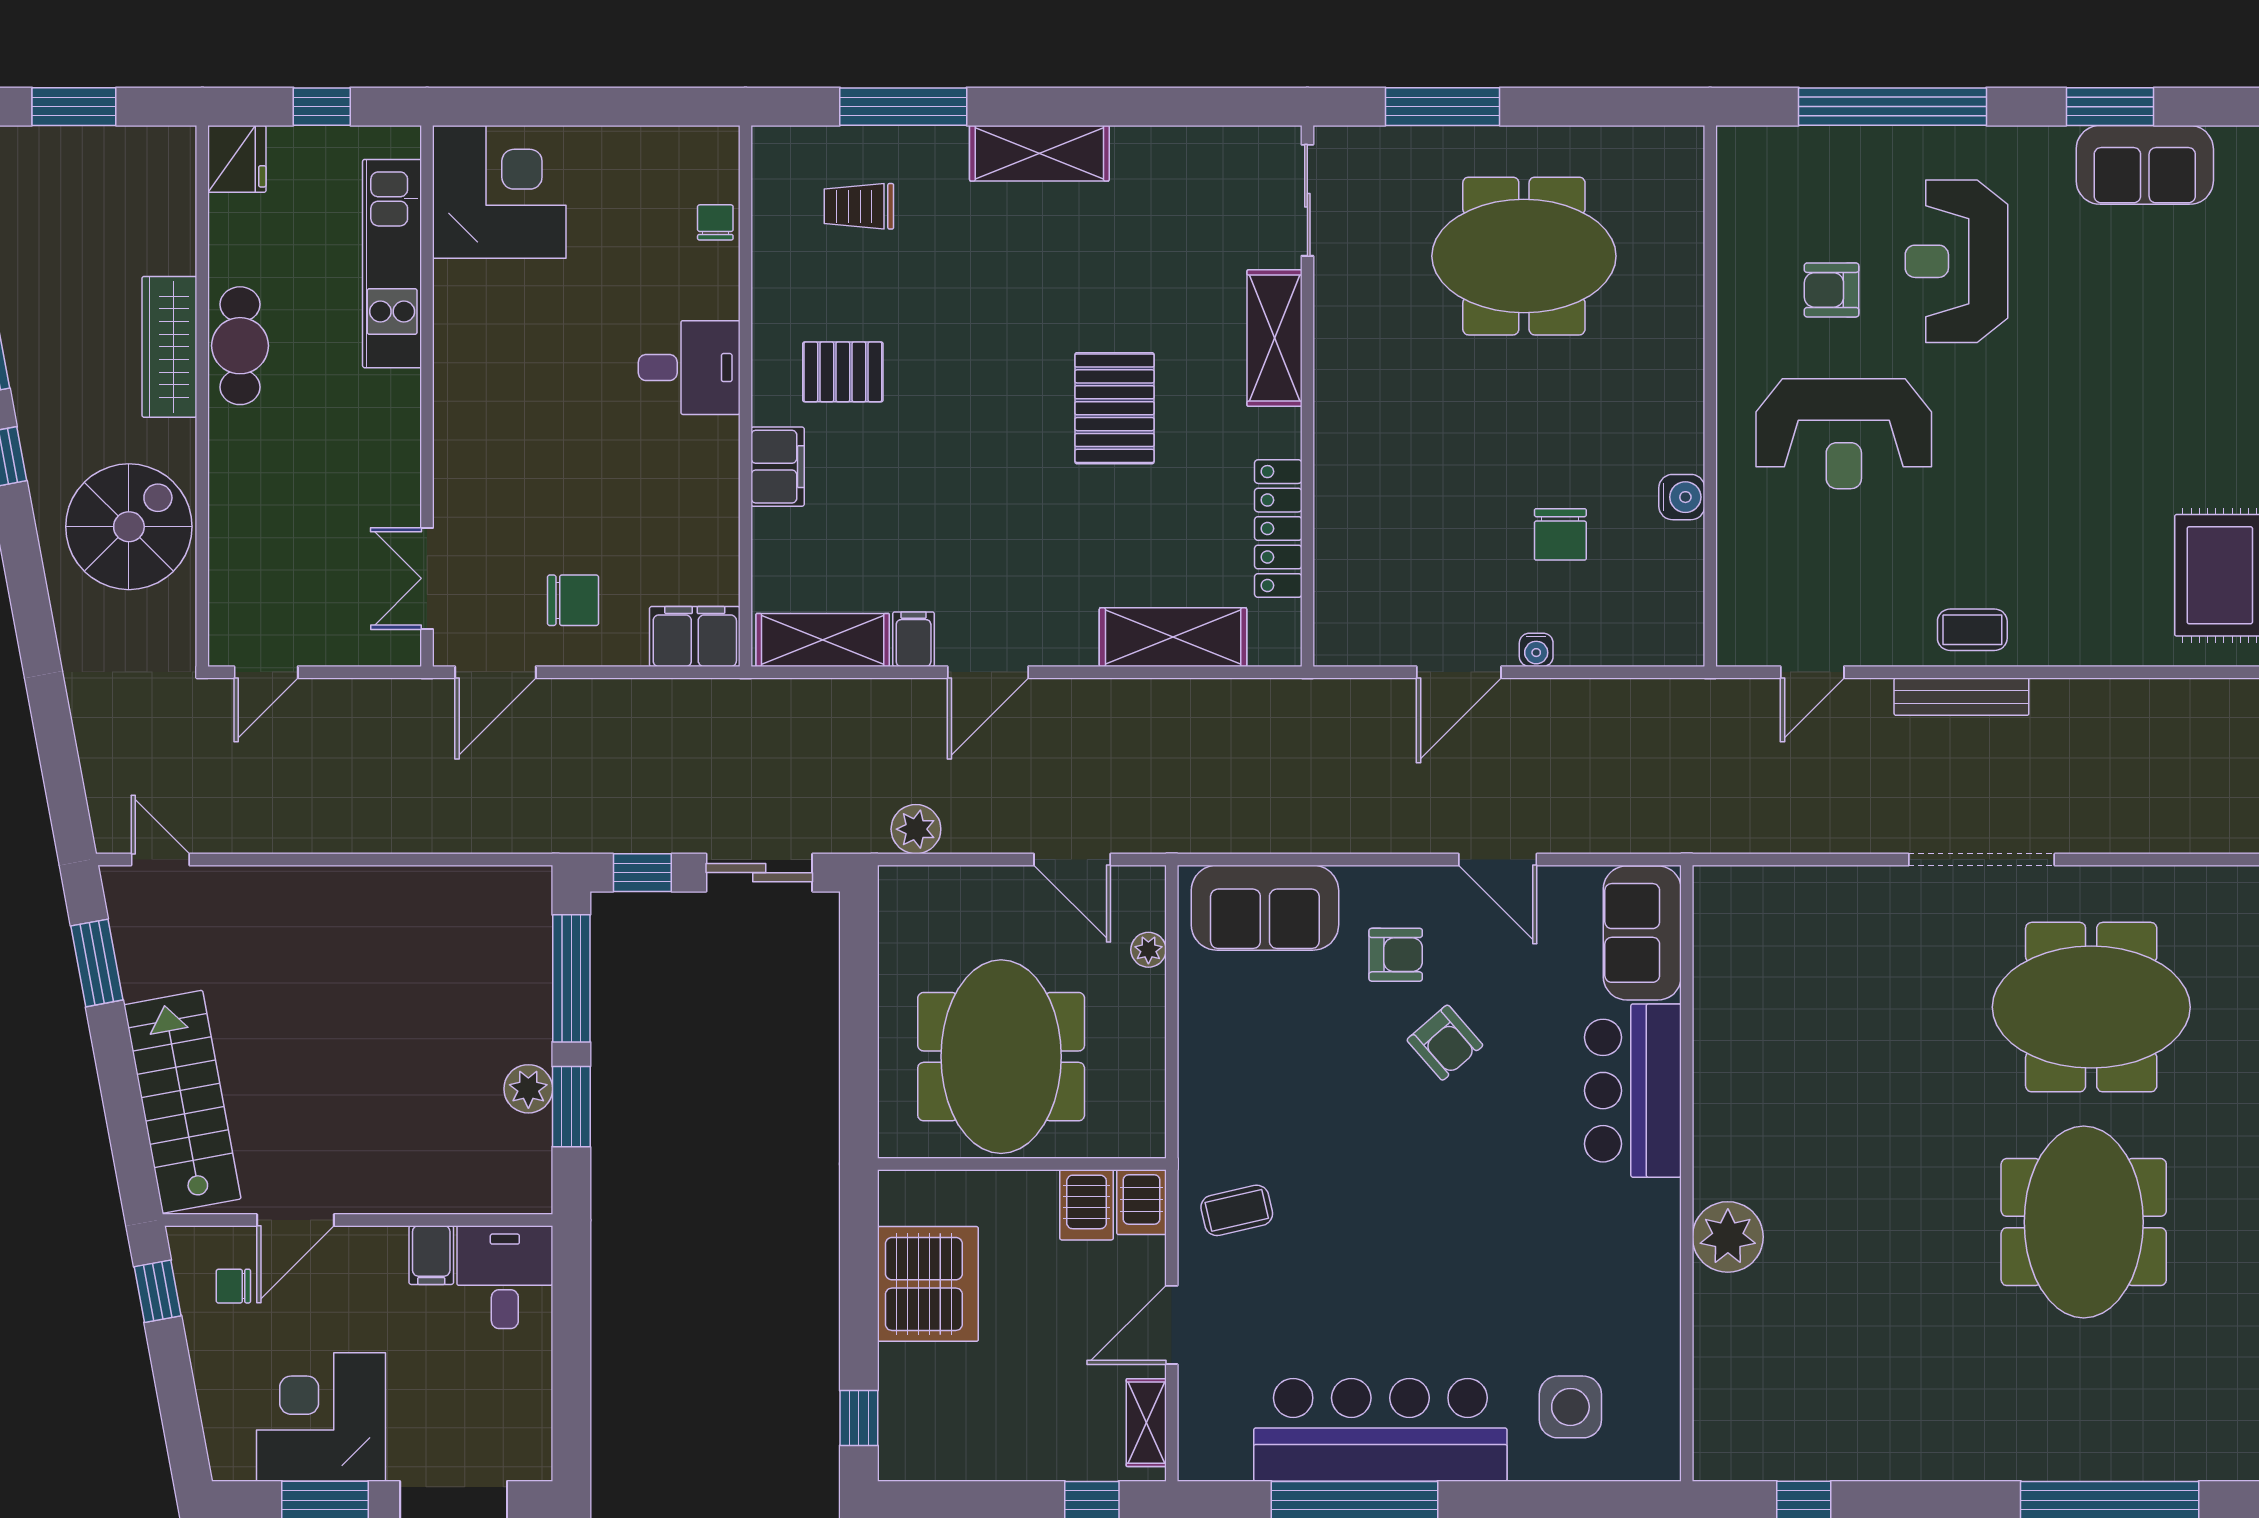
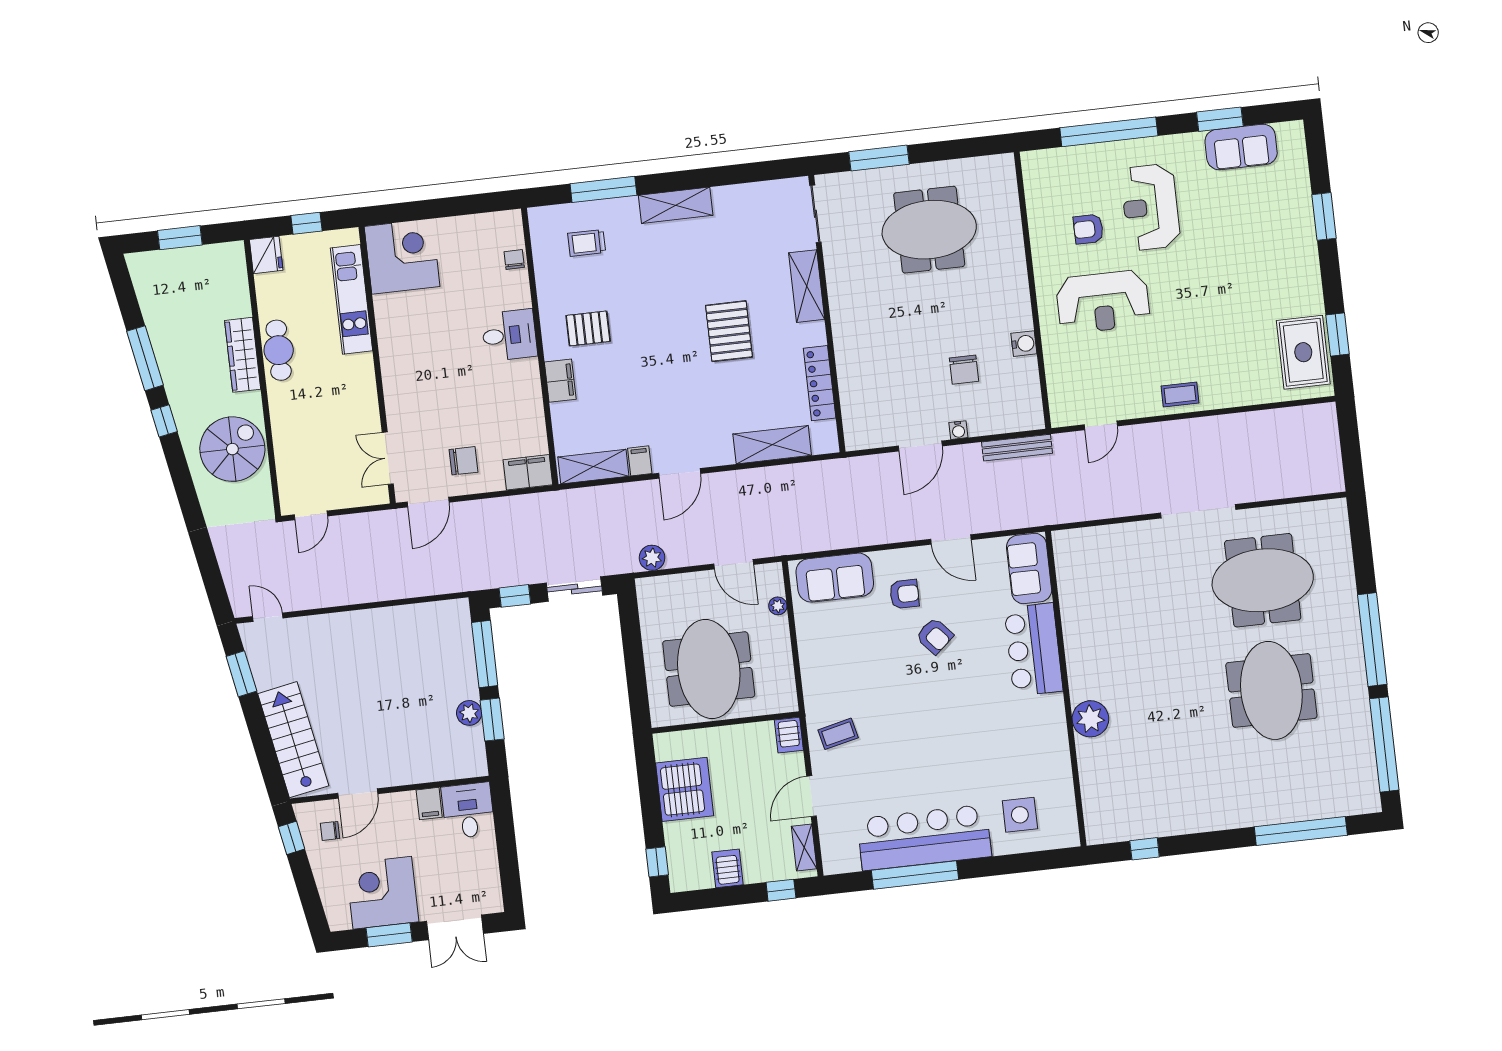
bench: (1961, 697) -> (1017, 448), moved
server rack: (1087, 1205) -> (727, 868), moved, turned 180

